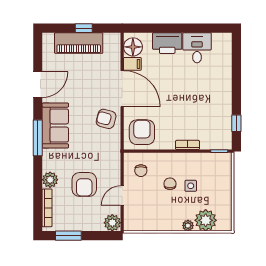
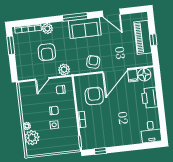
desk: (197, 48) -> (151, 132), moved, turned 90
armchair: (142, 132) -> (94, 96), moved, turned -90
armchair: (84, 184) -> (47, 52), turned -90
door: (122, 196) -> (42, 79), swing flipped
plant: (112, 223) -> (64, 70), moved

